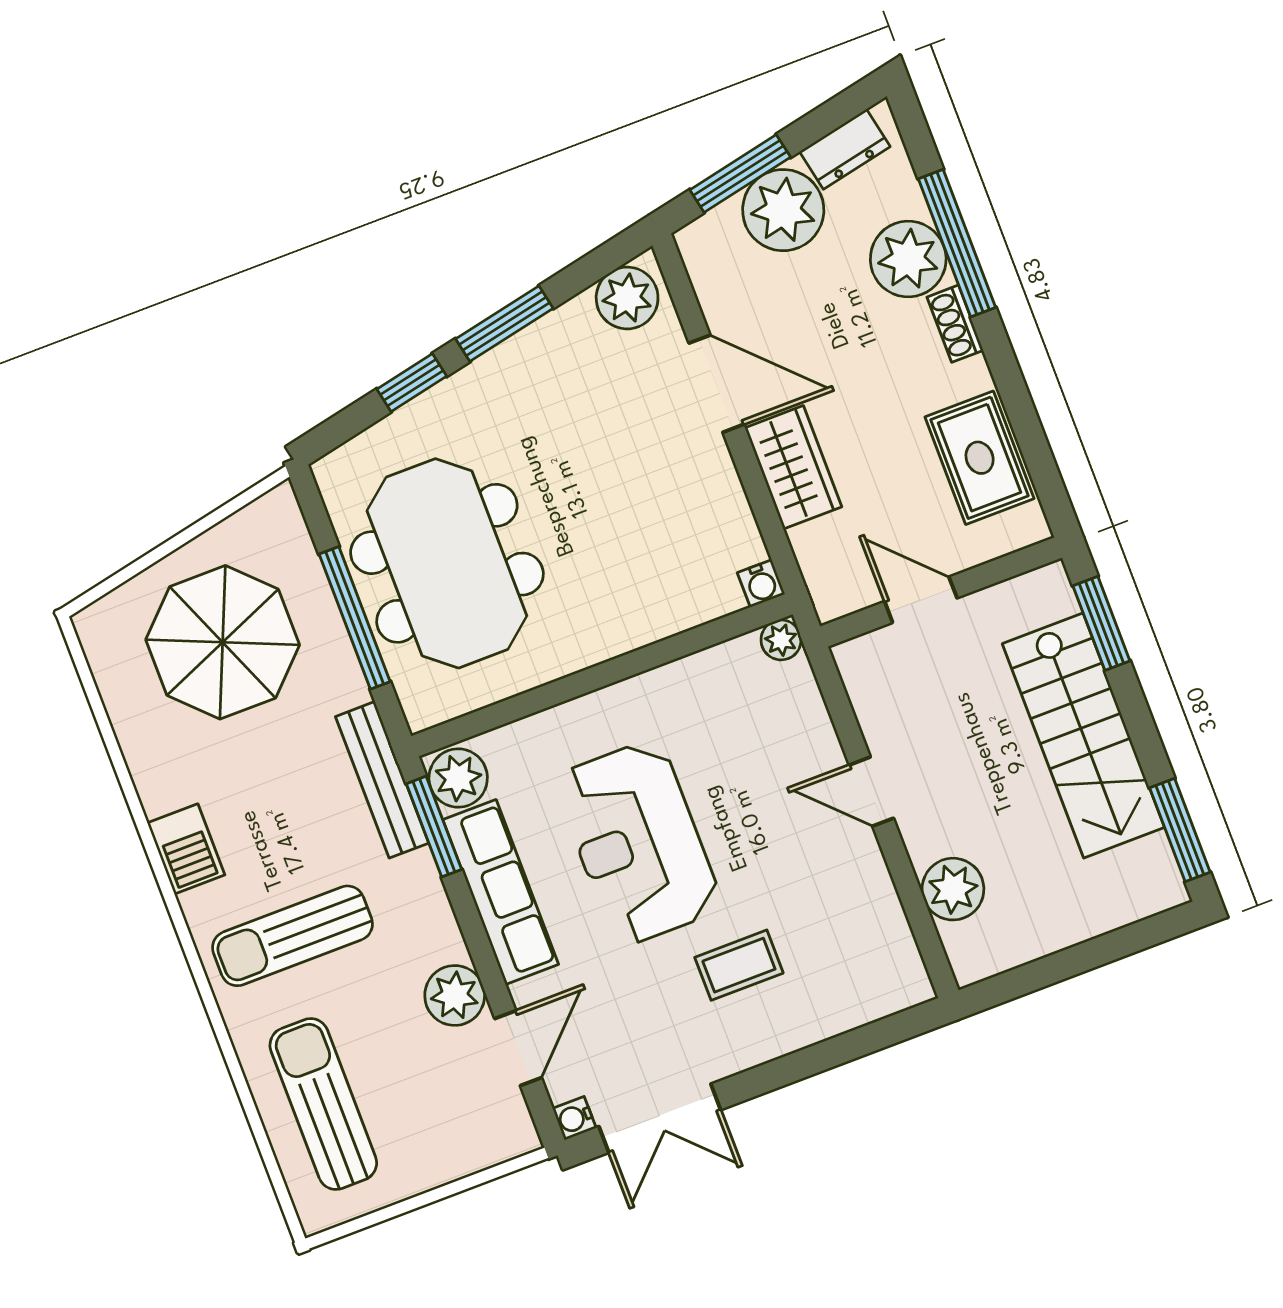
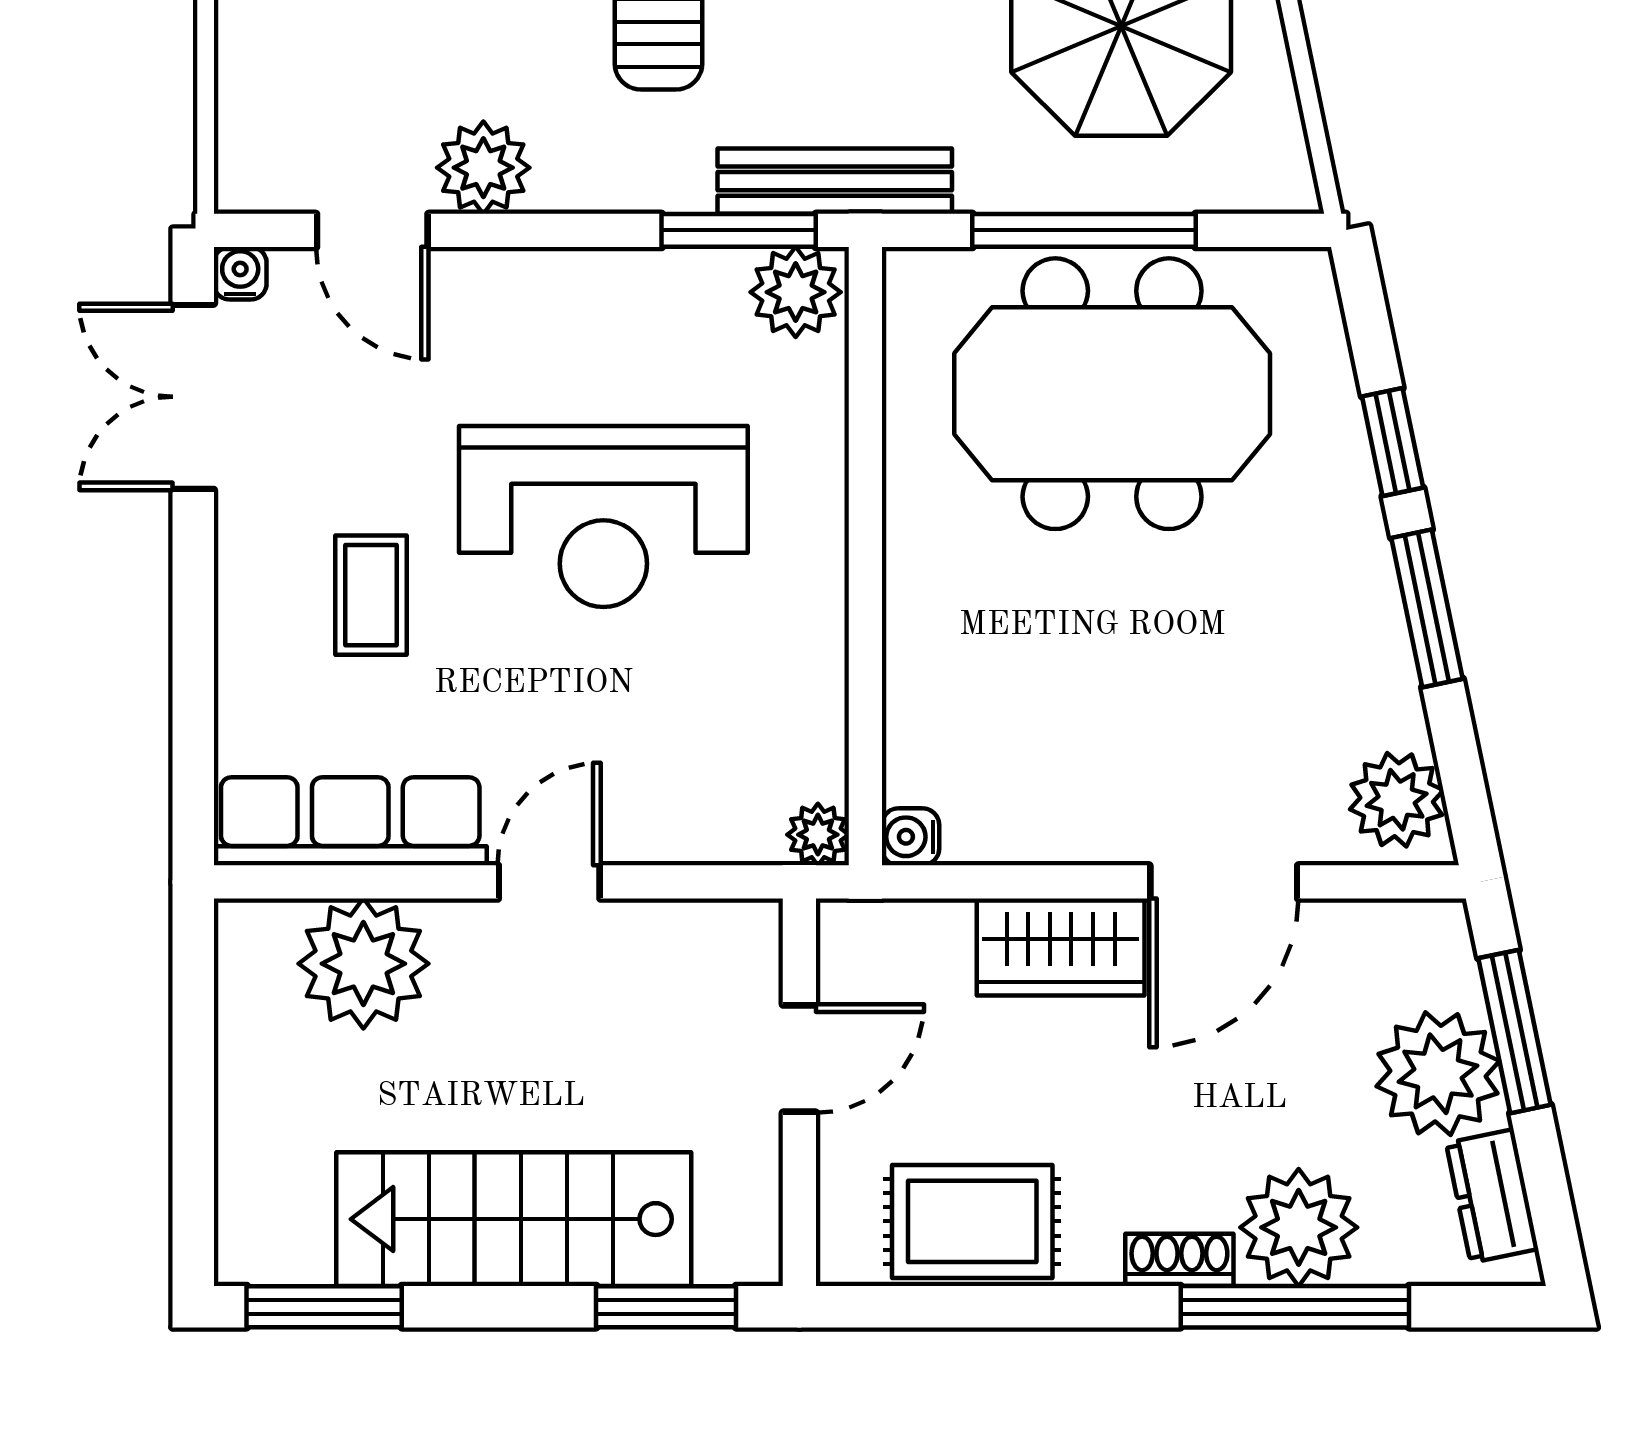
reception desk: (638, 843) -> (603, 517), turned 180
plant: (953, 889) -> (363, 964), width x1.36, depth x1.36
row of seats: (501, 892) -> (350, 821), moved, turned 180

